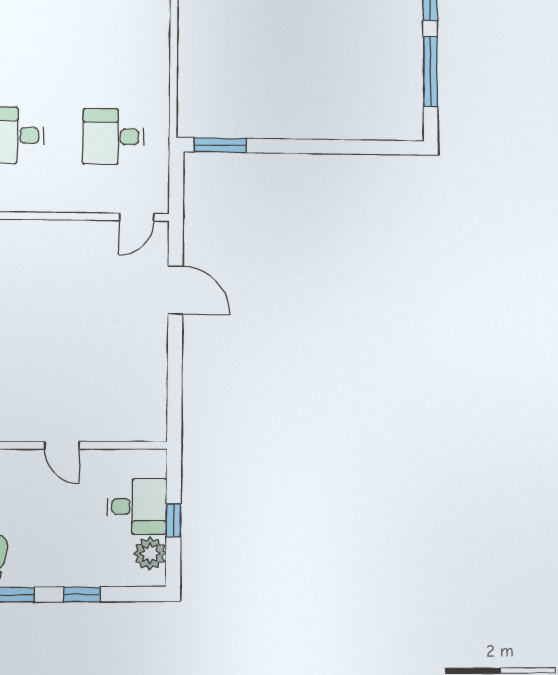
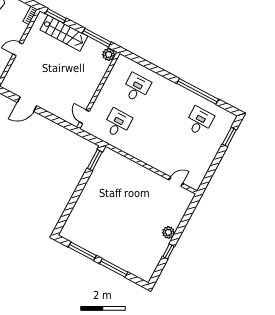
door: (175, 290) -> (27, 104), moved

